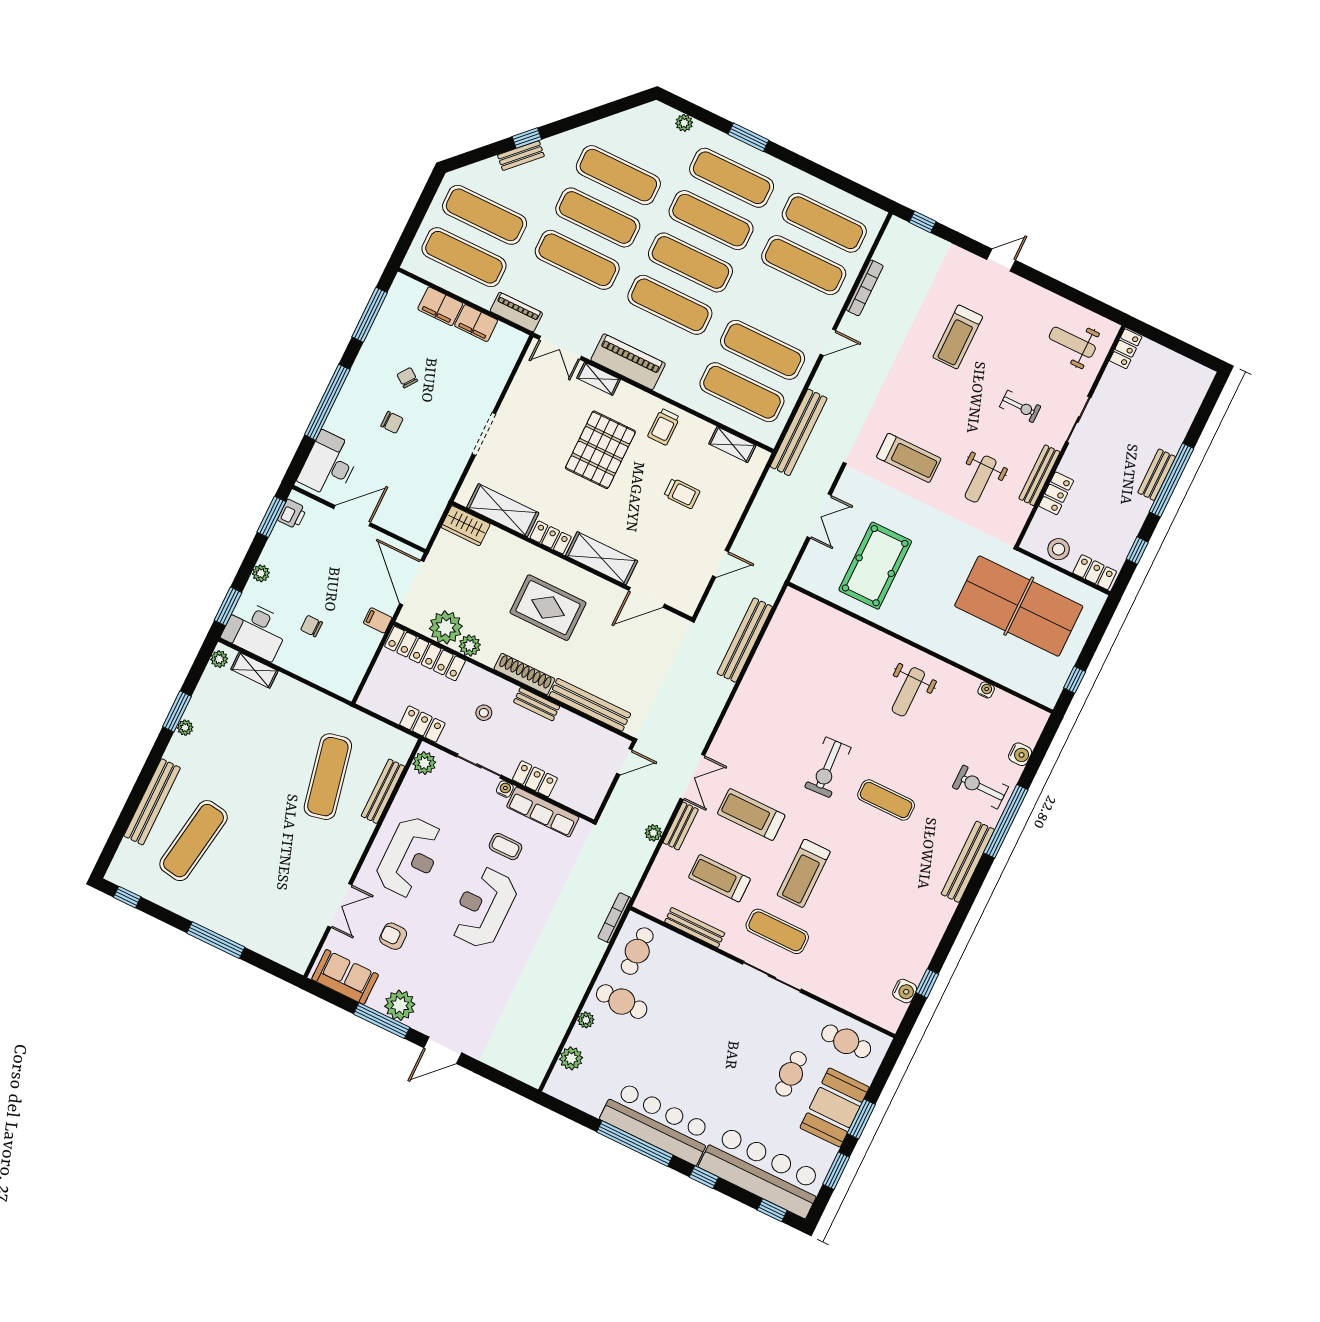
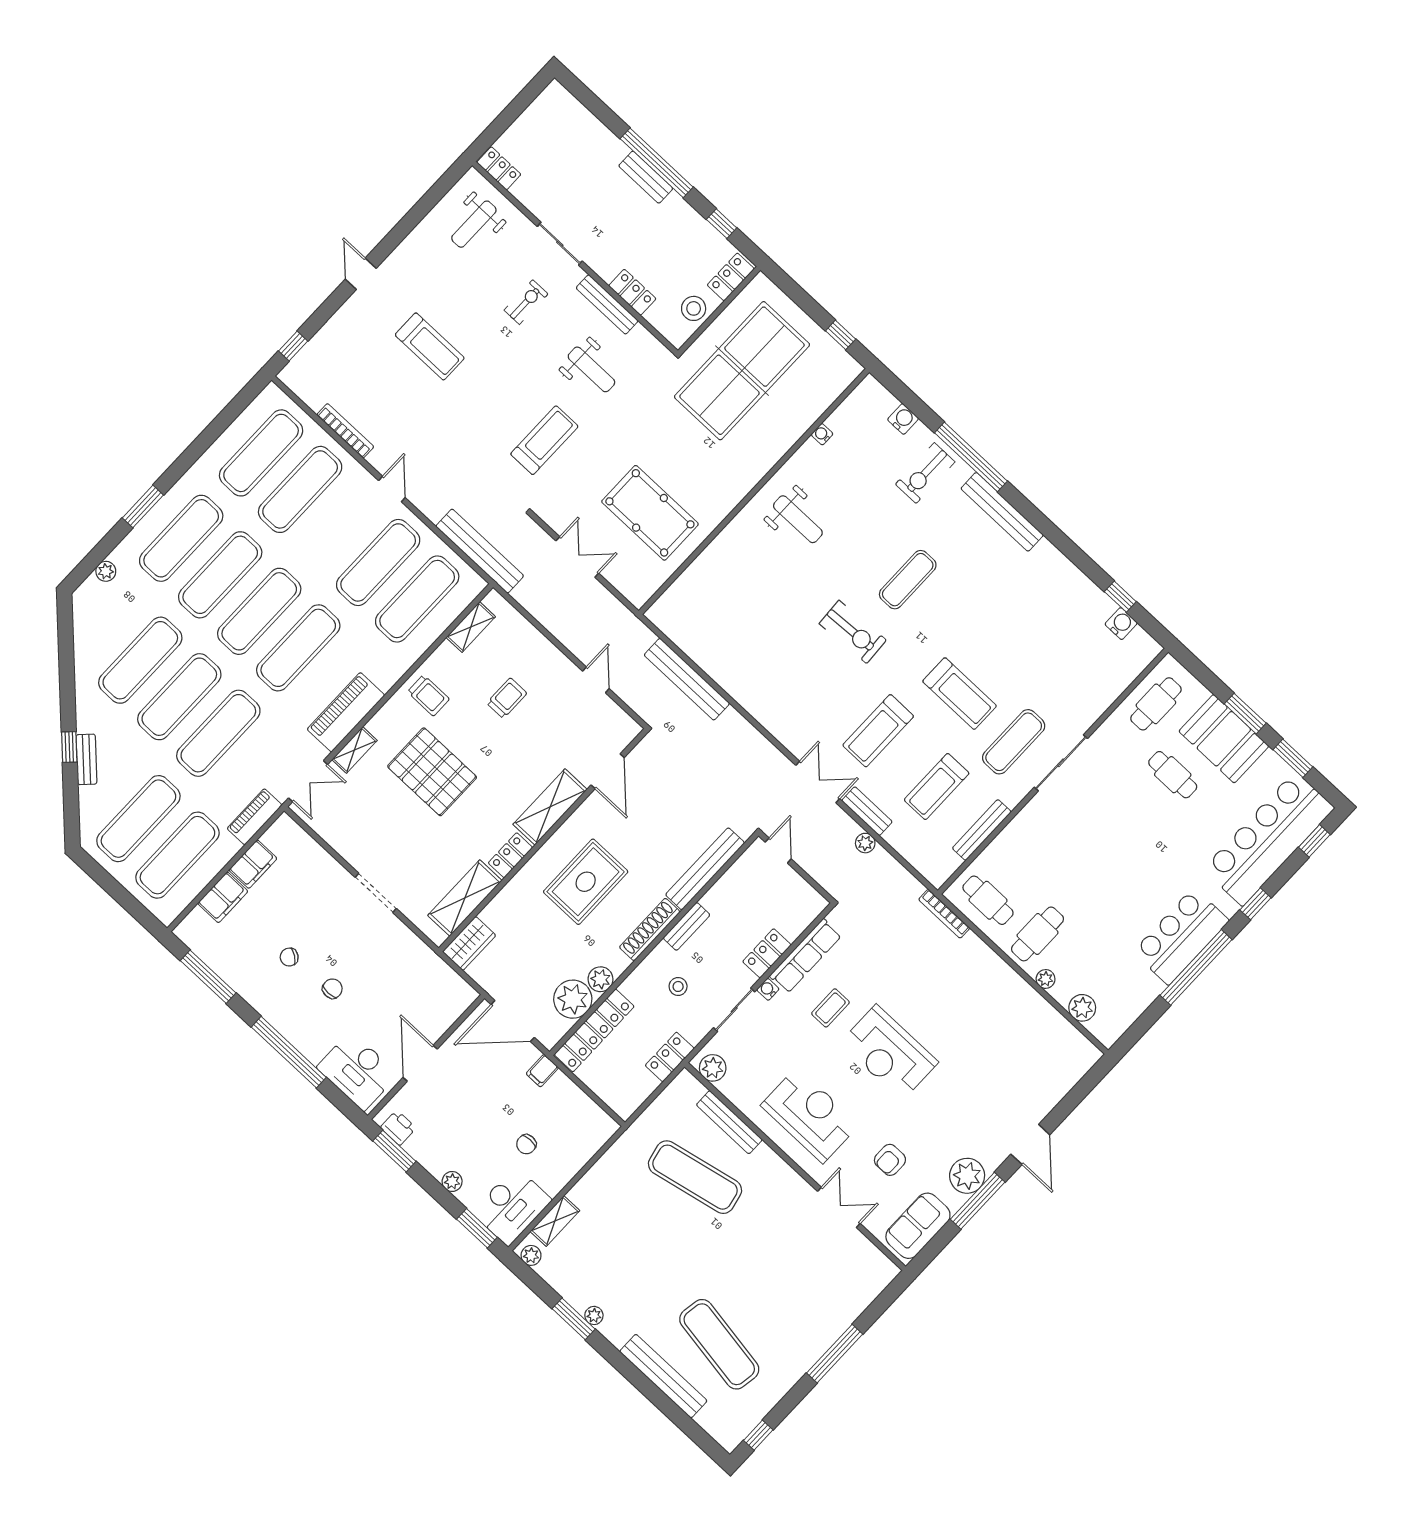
bar counter: (657, 1123) -> (1181, 936), width x0.73

